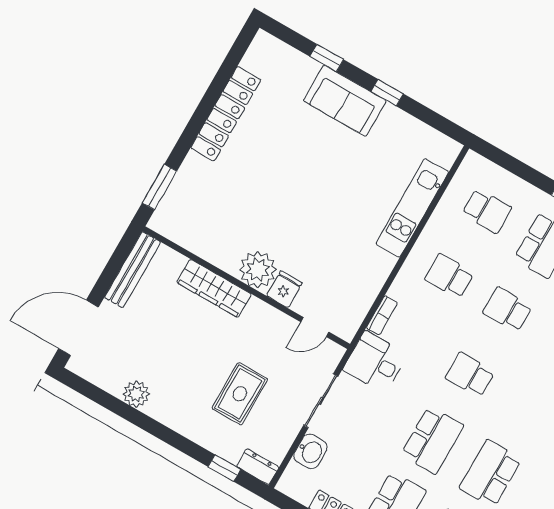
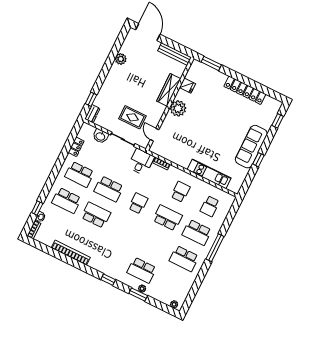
window: (327, 58) -> (278, 121), moved
sofa: (345, 101) -> (251, 147), width x1.36
fridge: (284, 289) -> (187, 86), moved
school desk: (507, 310) -> (168, 218), width x1.85
rug: (240, 394) -> (132, 117), moved

